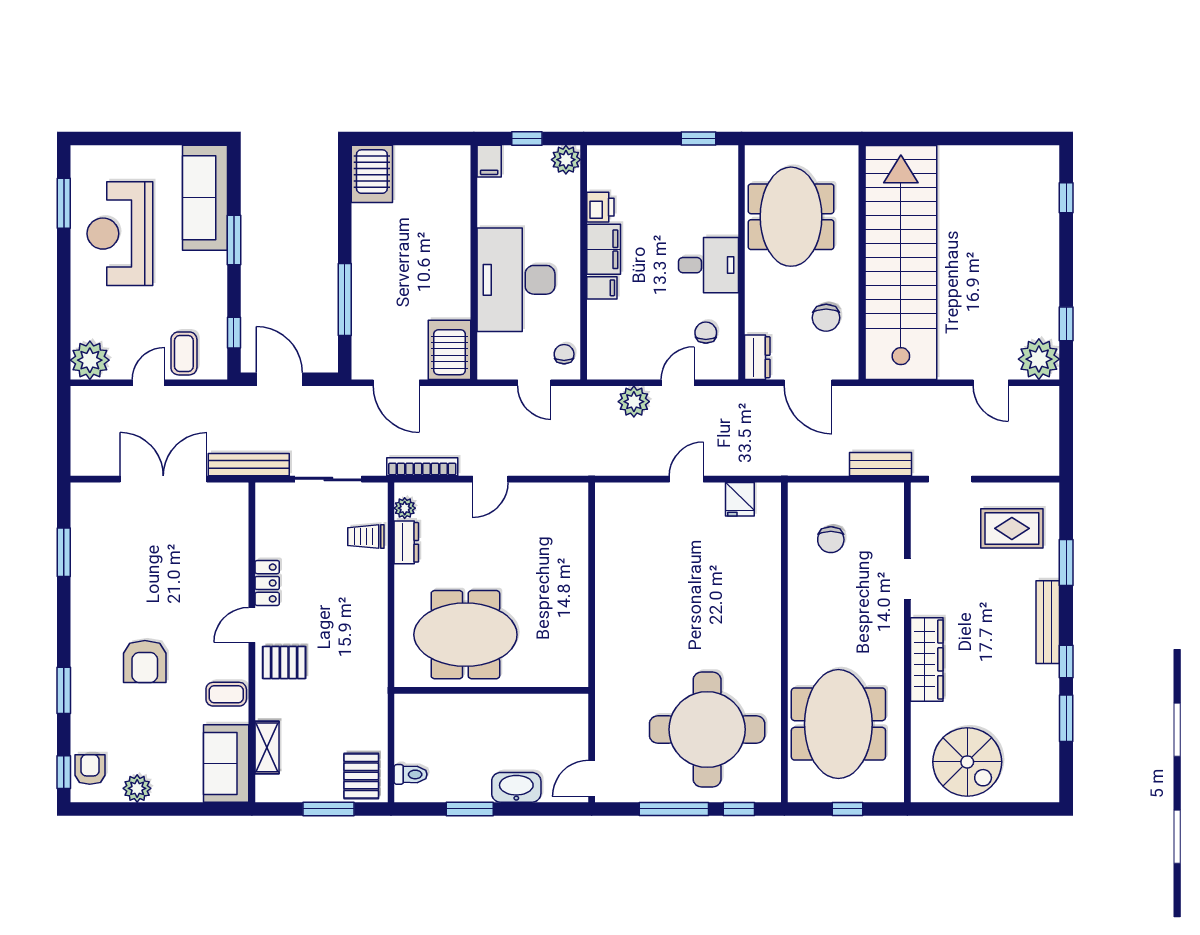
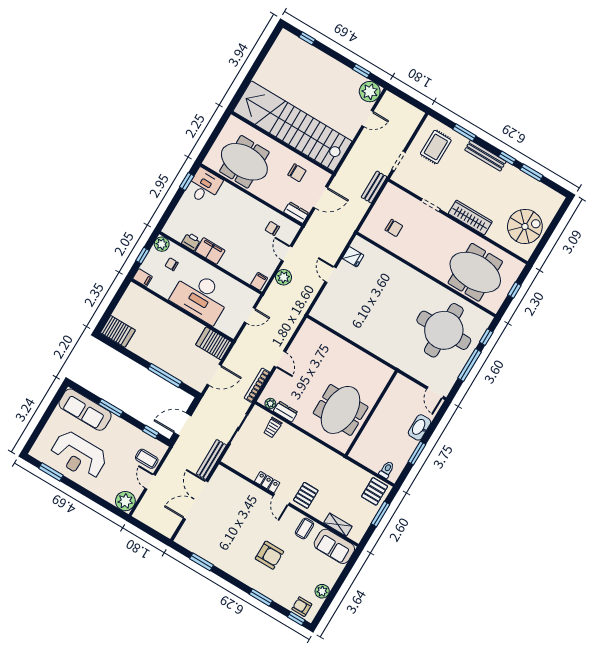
desk: (708, 265) -> (204, 186), moved
filing cabinet: (602, 288) -> (259, 281), moved
chair: (564, 354) -> (172, 264), moved
pallet: (361, 776) -> (375, 491), turned 90

